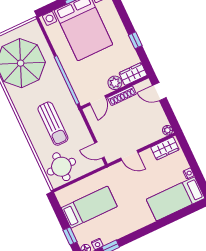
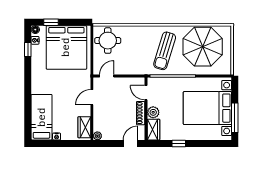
sun lounger: (53, 124) -> (165, 51), moved, turned -73
bed: (89, 207) -> (66, 47), width x2.04

